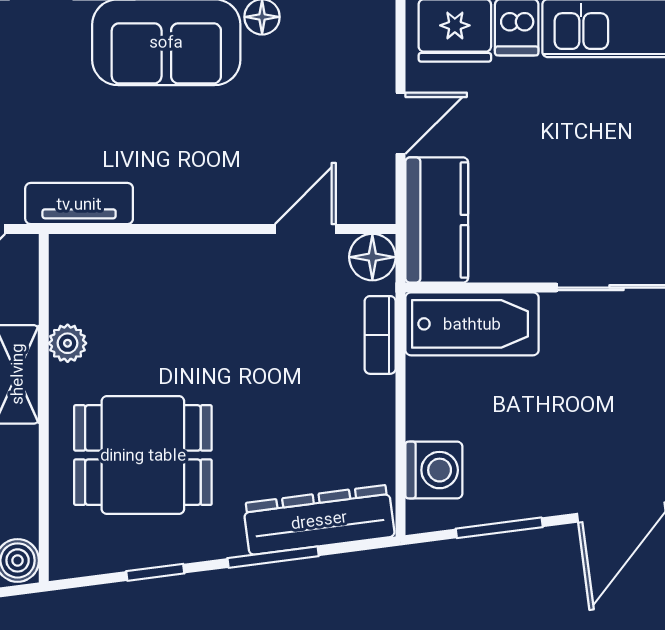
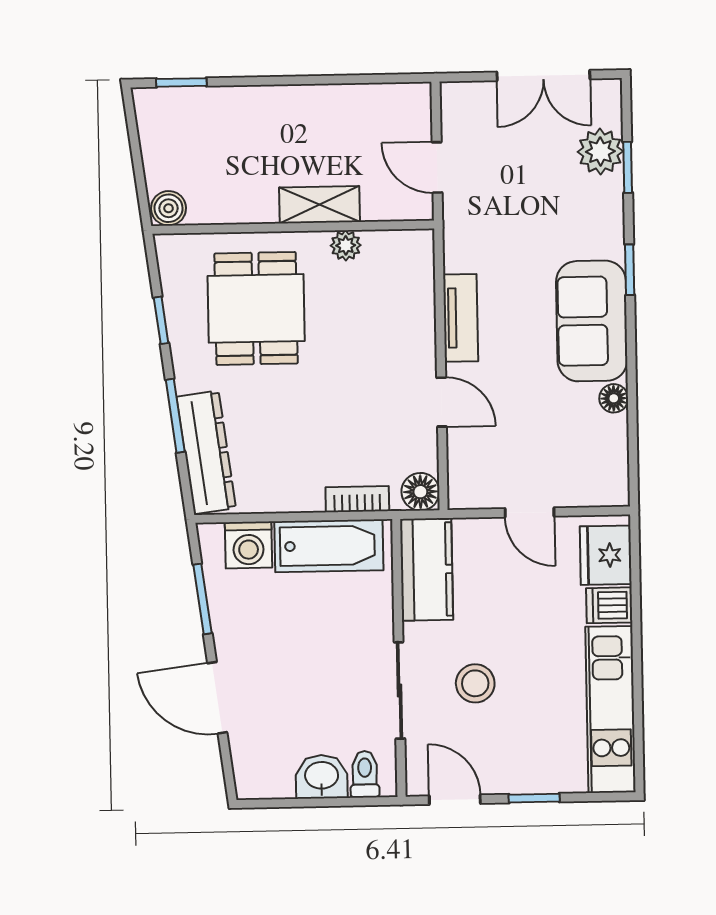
stool: (610, 194) -> (475, 683), added
tv unit: (79, 204) -> (461, 318), moved
kitchen counter: (437, 220) -> (427, 569), moved, turned -90
door: (305, 229) -> (442, 402), moved
bathtub: (472, 324) -> (329, 546), moved, turned -90

